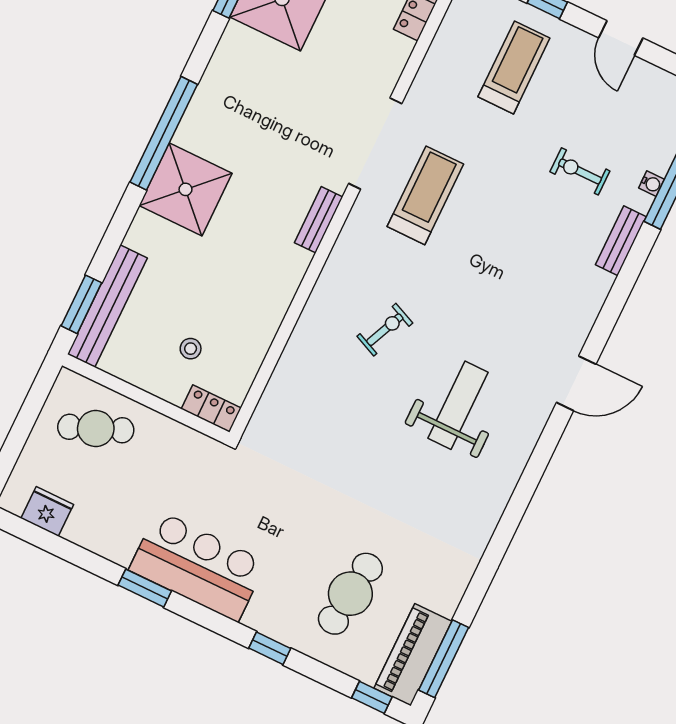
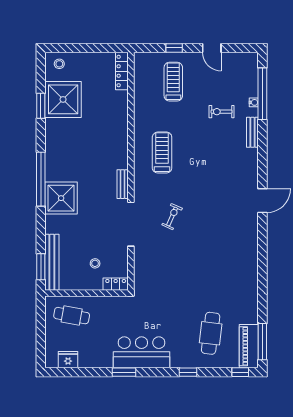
doorway: (375, 144) -> (131, 224), moved
weight bench: (458, 405) -> (218, 233), removed
cafe table: (96, 429) -> (72, 316), turned 32

